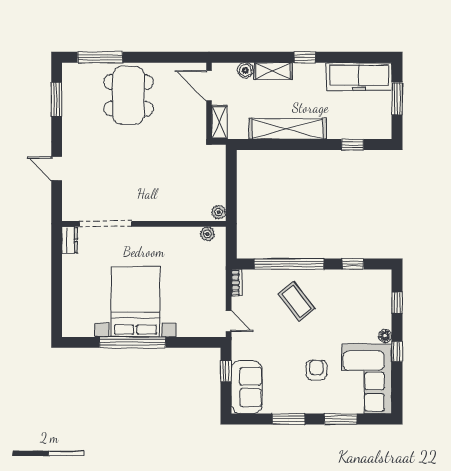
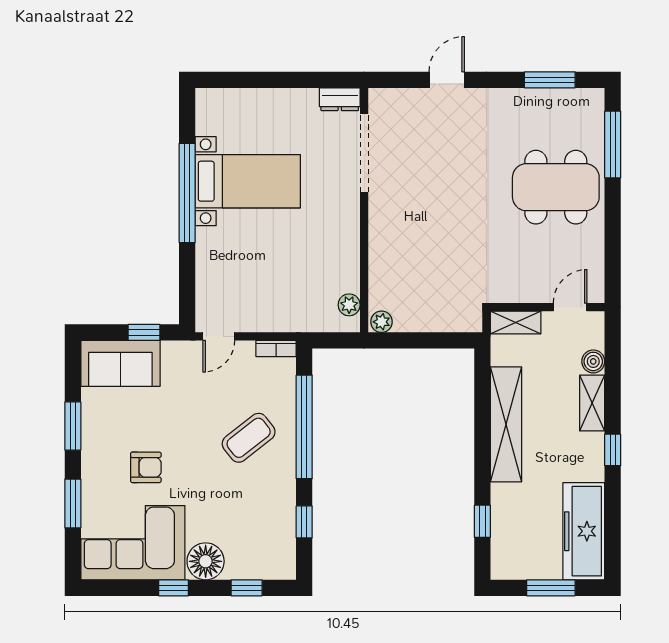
door: (209, 86) -> (570, 307), width x0.73
bed with nightstands: (135, 302) -> (248, 181), width x0.73
floor lamp: (385, 336) -> (206, 561), width x1.89, depth x1.89

